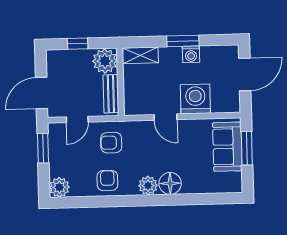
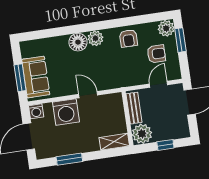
window: (183, 41) -> (69, 159), moved
washing machine: (191, 54) -> (36, 111), moved, turned 180
armchair: (111, 143) -> (156, 54), moved
window: (43, 148) -> (180, 40), moved

